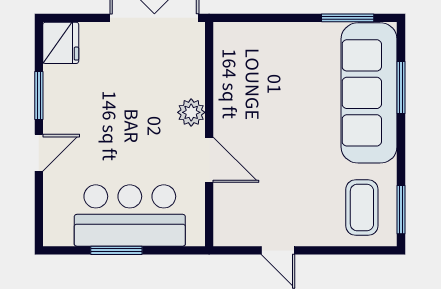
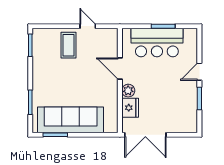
fridge: (61, 43) -> (130, 108), moved, turned 180
sofa: (369, 93) -> (71, 120), moved, turned -90
coffee table: (362, 208) -> (68, 45), moved

